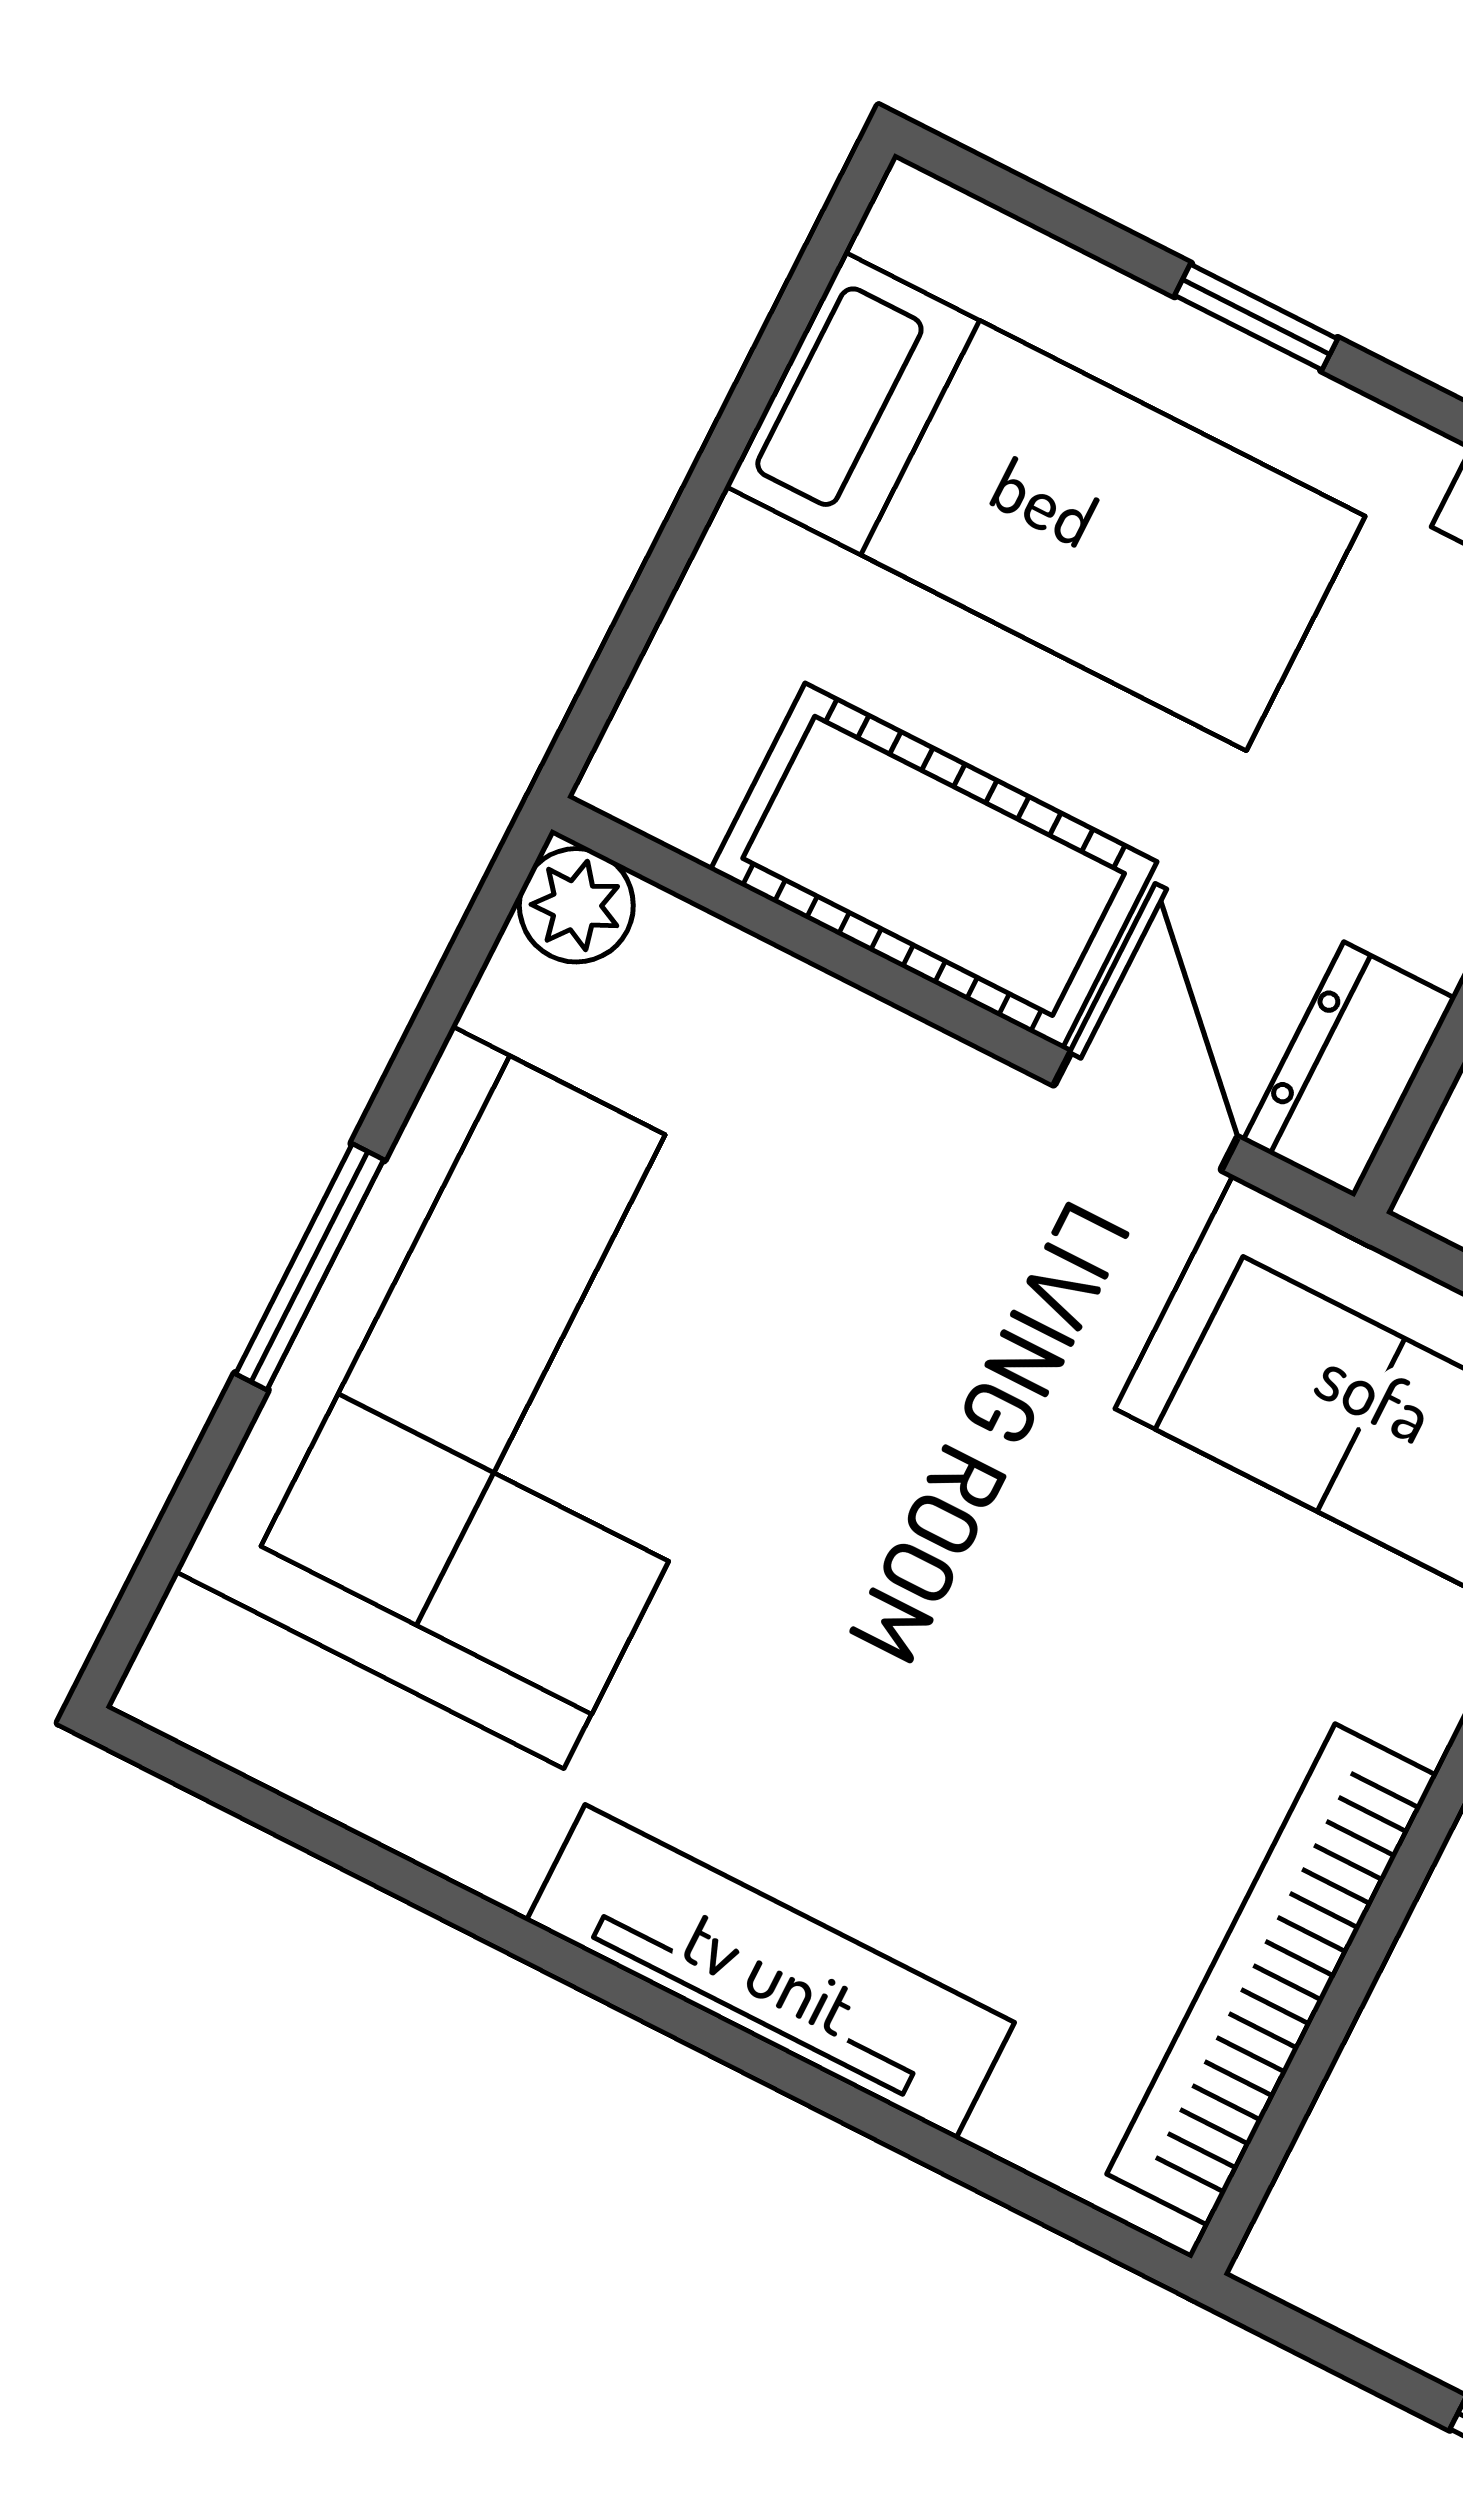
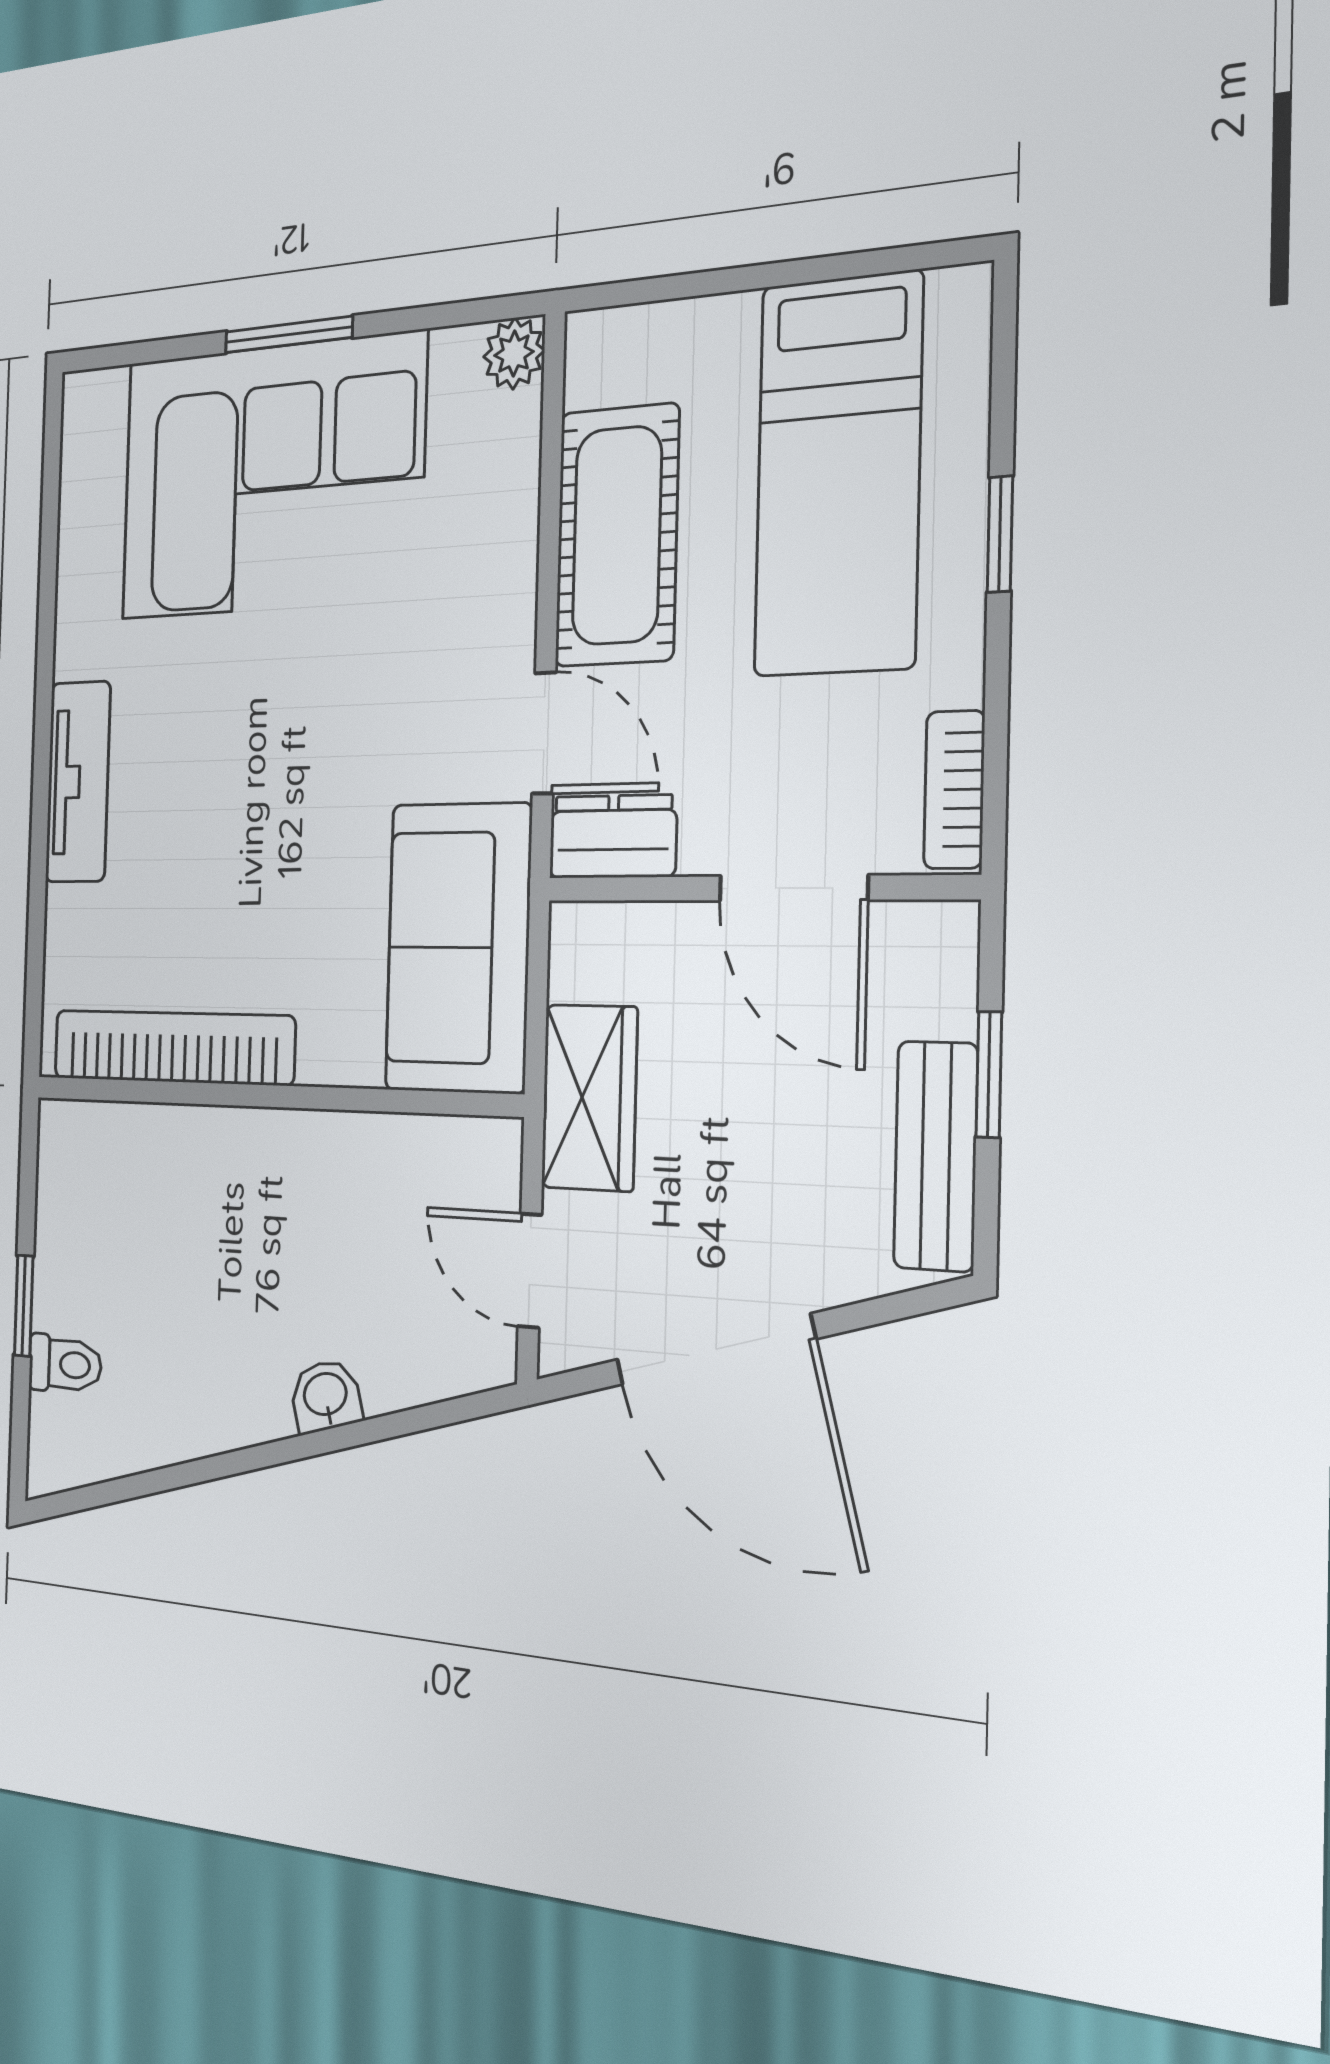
door: (1146, 1111) -> (544, 733), hinge flipped
tv unit: (770, 1972) -> (78, 782), width x0.71

